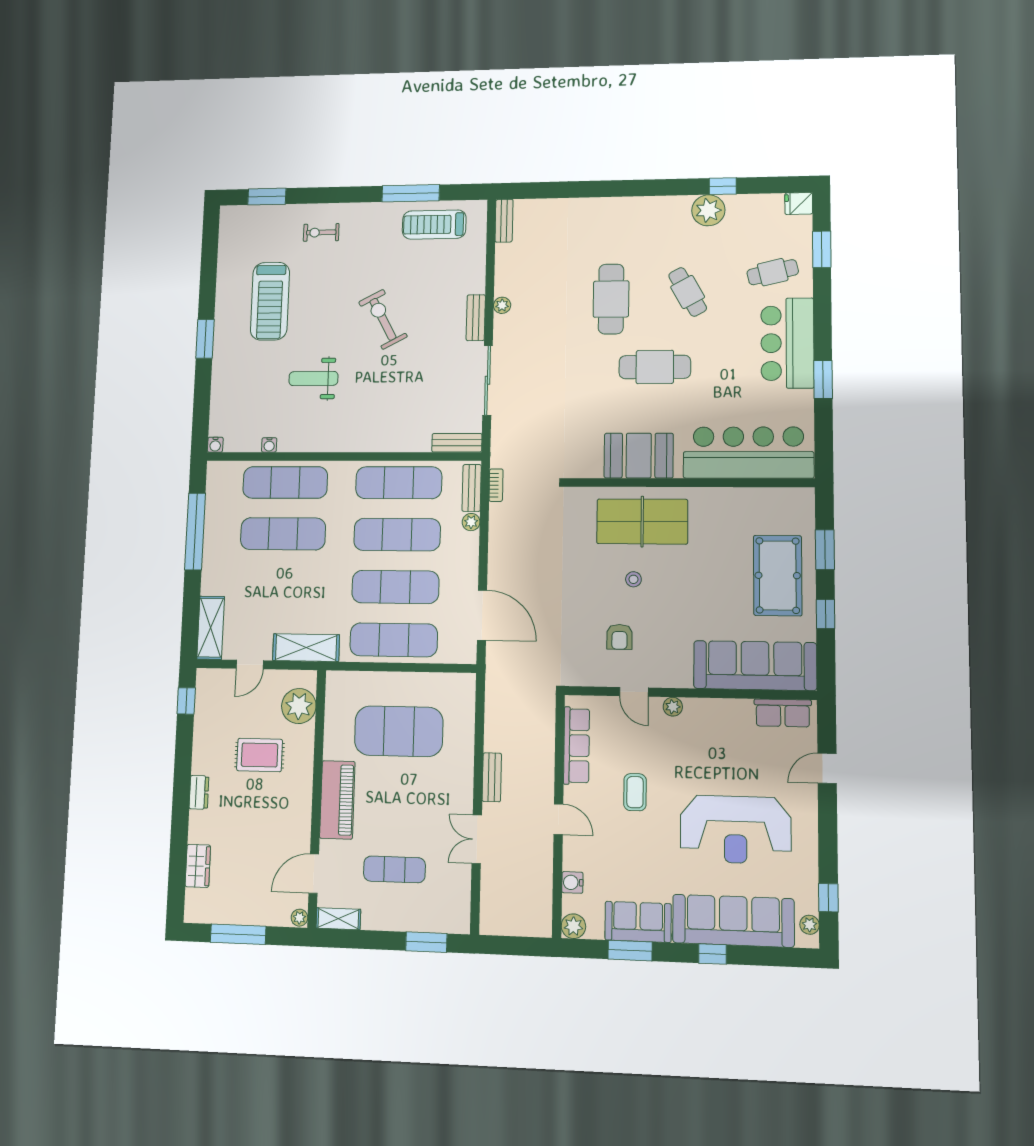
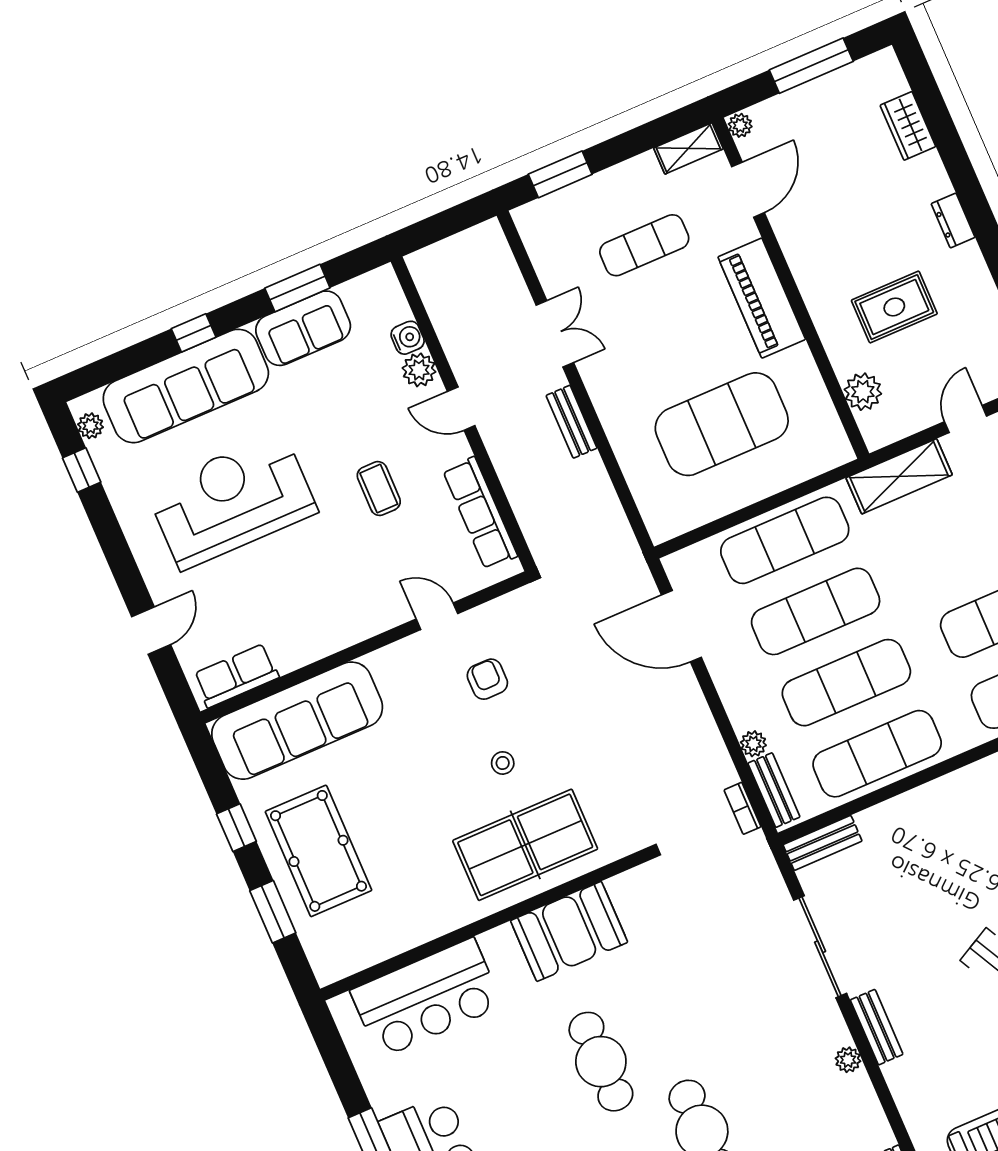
cafe table: (655, 367) -> (601, 1062), turned 90
bar counter: (748, 453) -> (426, 998), width x0.73
plant: (299, 706) -> (863, 392), width x0.73, depth x0.73
plant: (673, 707) -> (379, 620), removed
plant: (573, 926) -> (419, 370), moved

